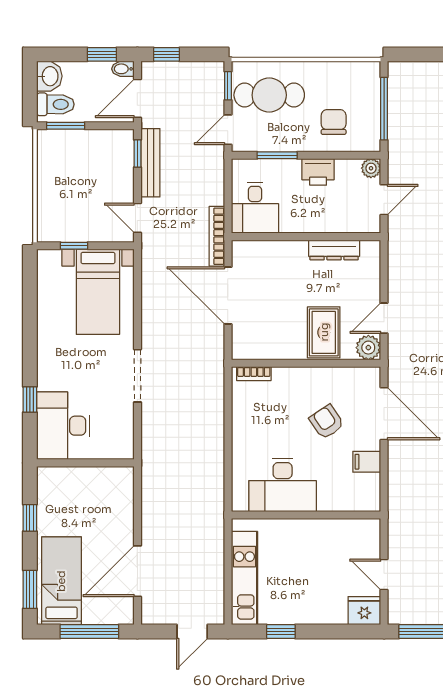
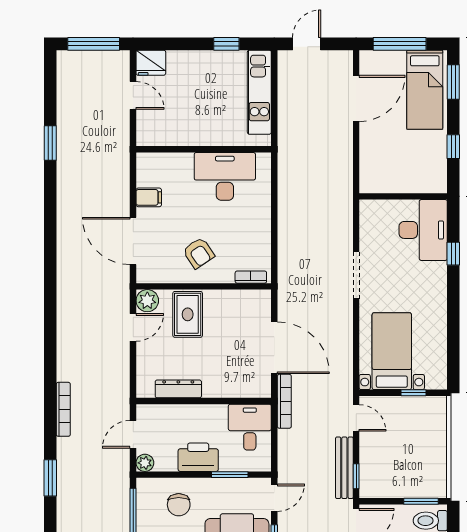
printer: (318, 172) -> (198, 457), width x1.37, depth x1.19
armchair: (327, 422) -> (199, 253), moved

